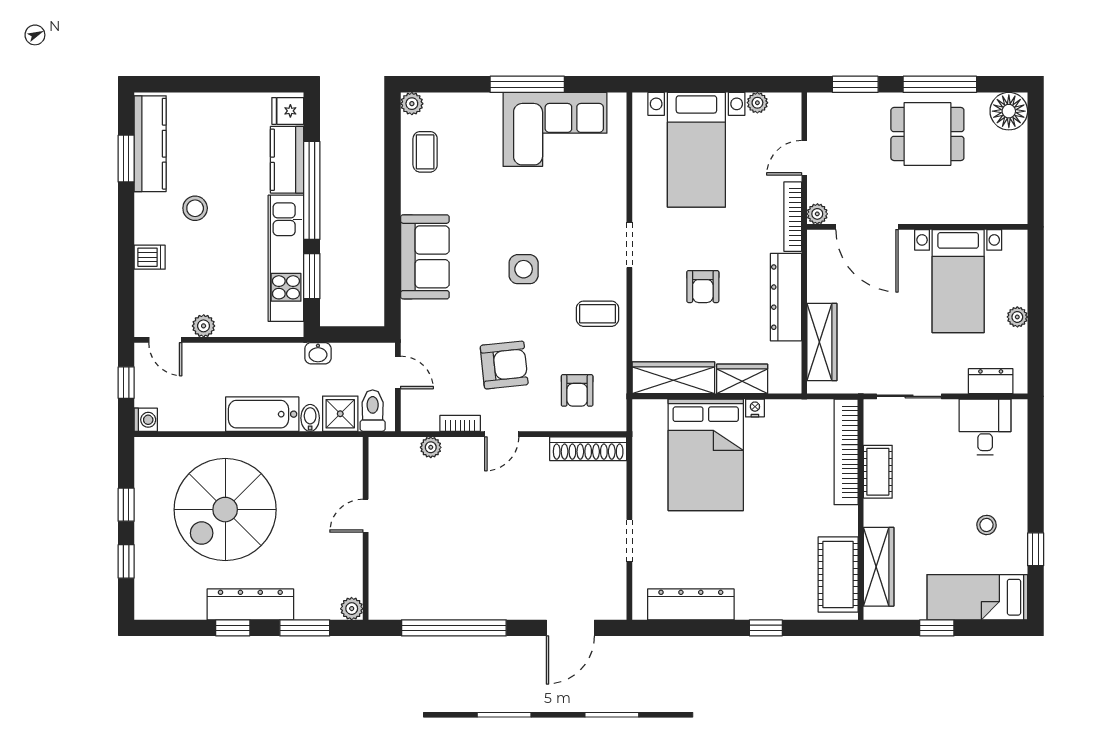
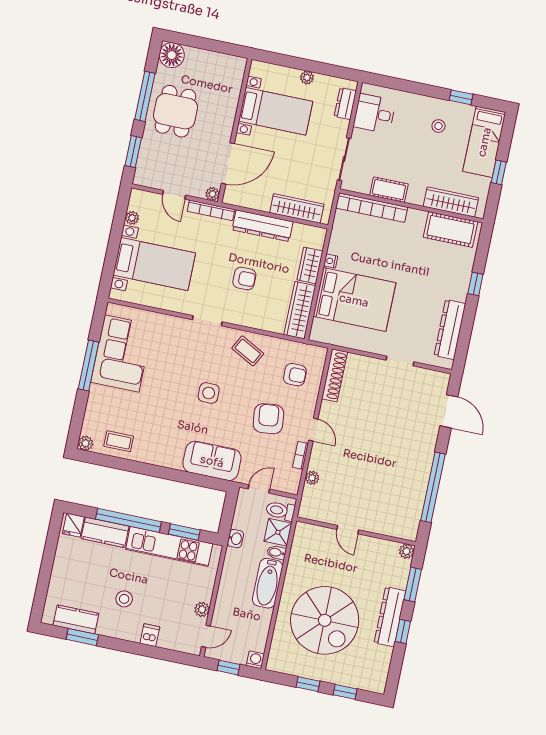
kitchen counter: (150, 144) -> (76, 619), width x0.67
sofa: (425, 257) -> (212, 461), moved
coffee table: (598, 314) -> (248, 351), turned -62

